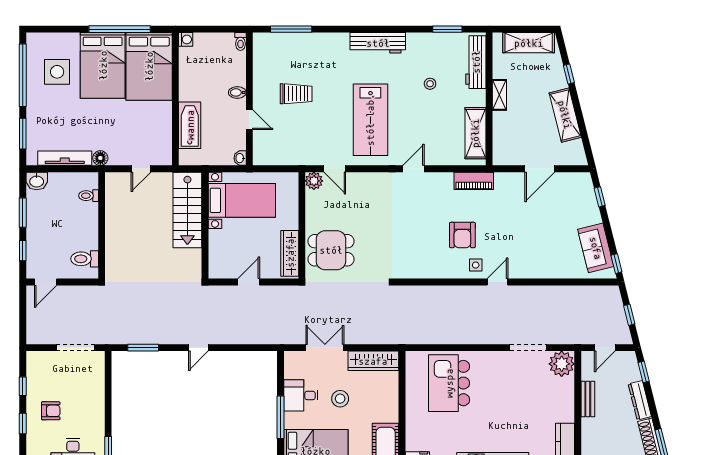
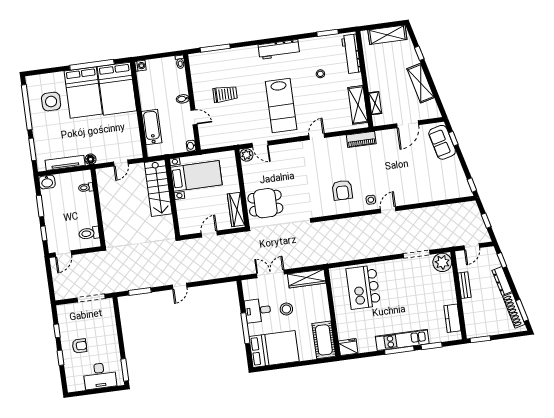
shelving: (499, 95) -> (375, 103), moved
armchair: (462, 235) -> (342, 190), moved
sofa: (596, 248) -> (442, 142), moved

